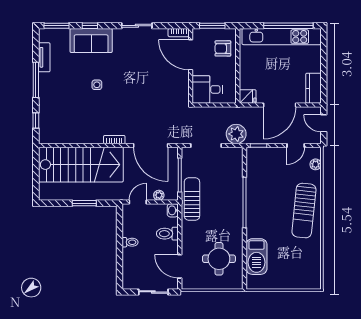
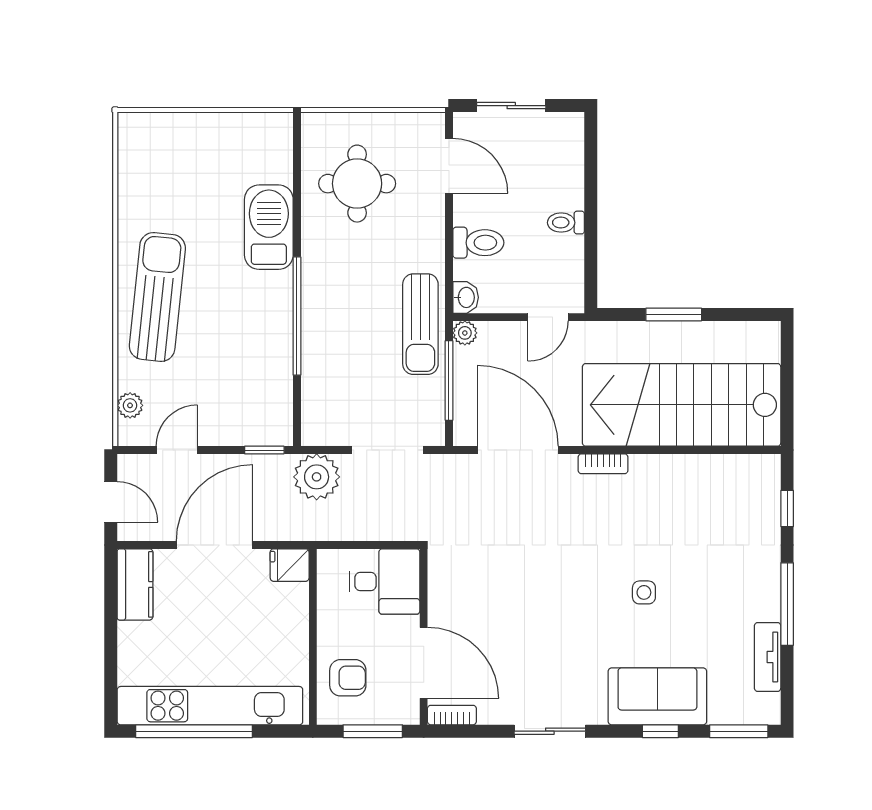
plant: (159, 195) -> (465, 333), moved
barbecue: (257, 257) -> (269, 227), moved

